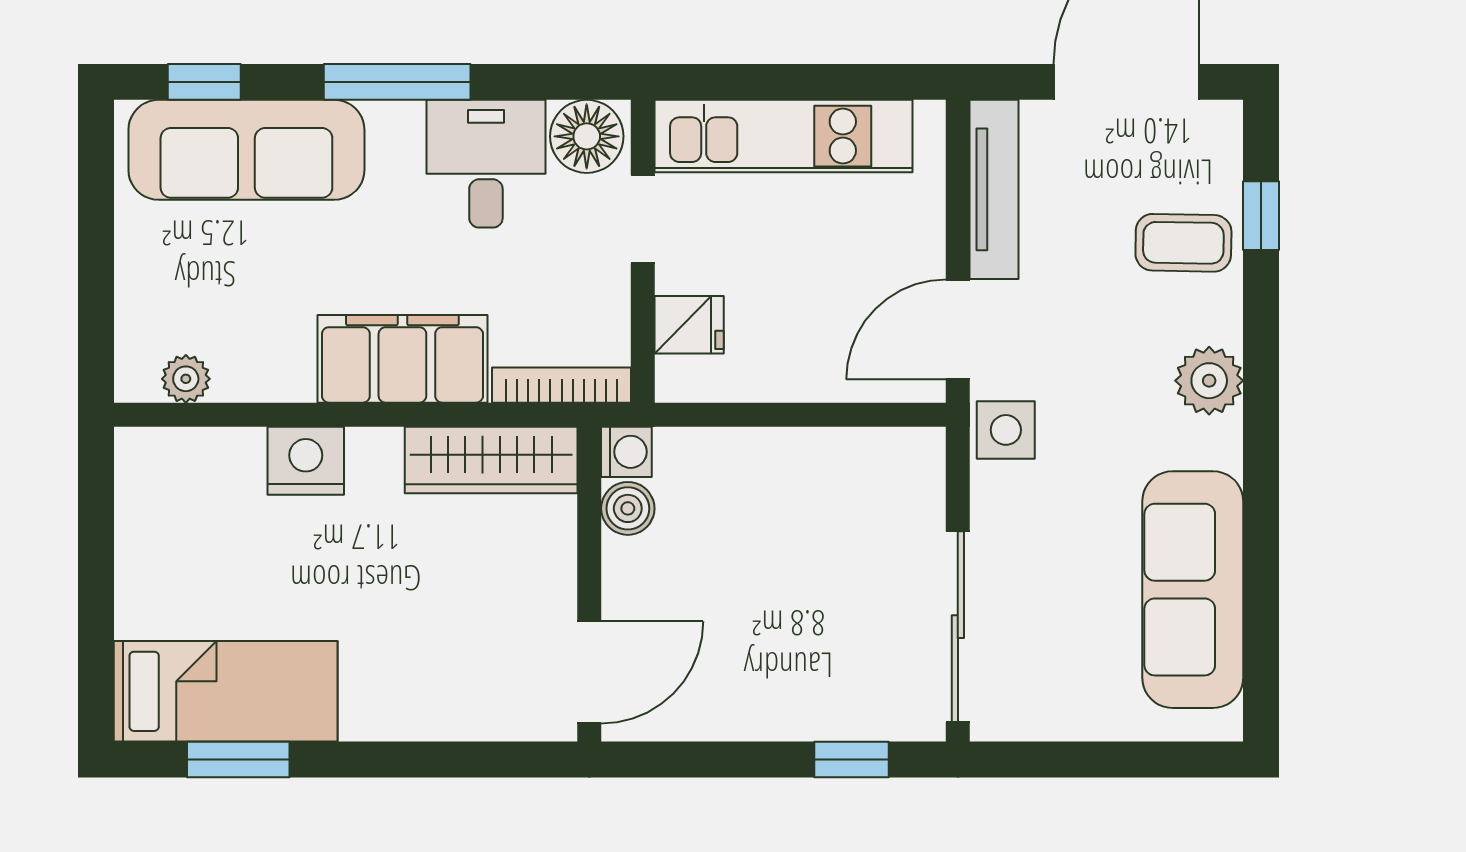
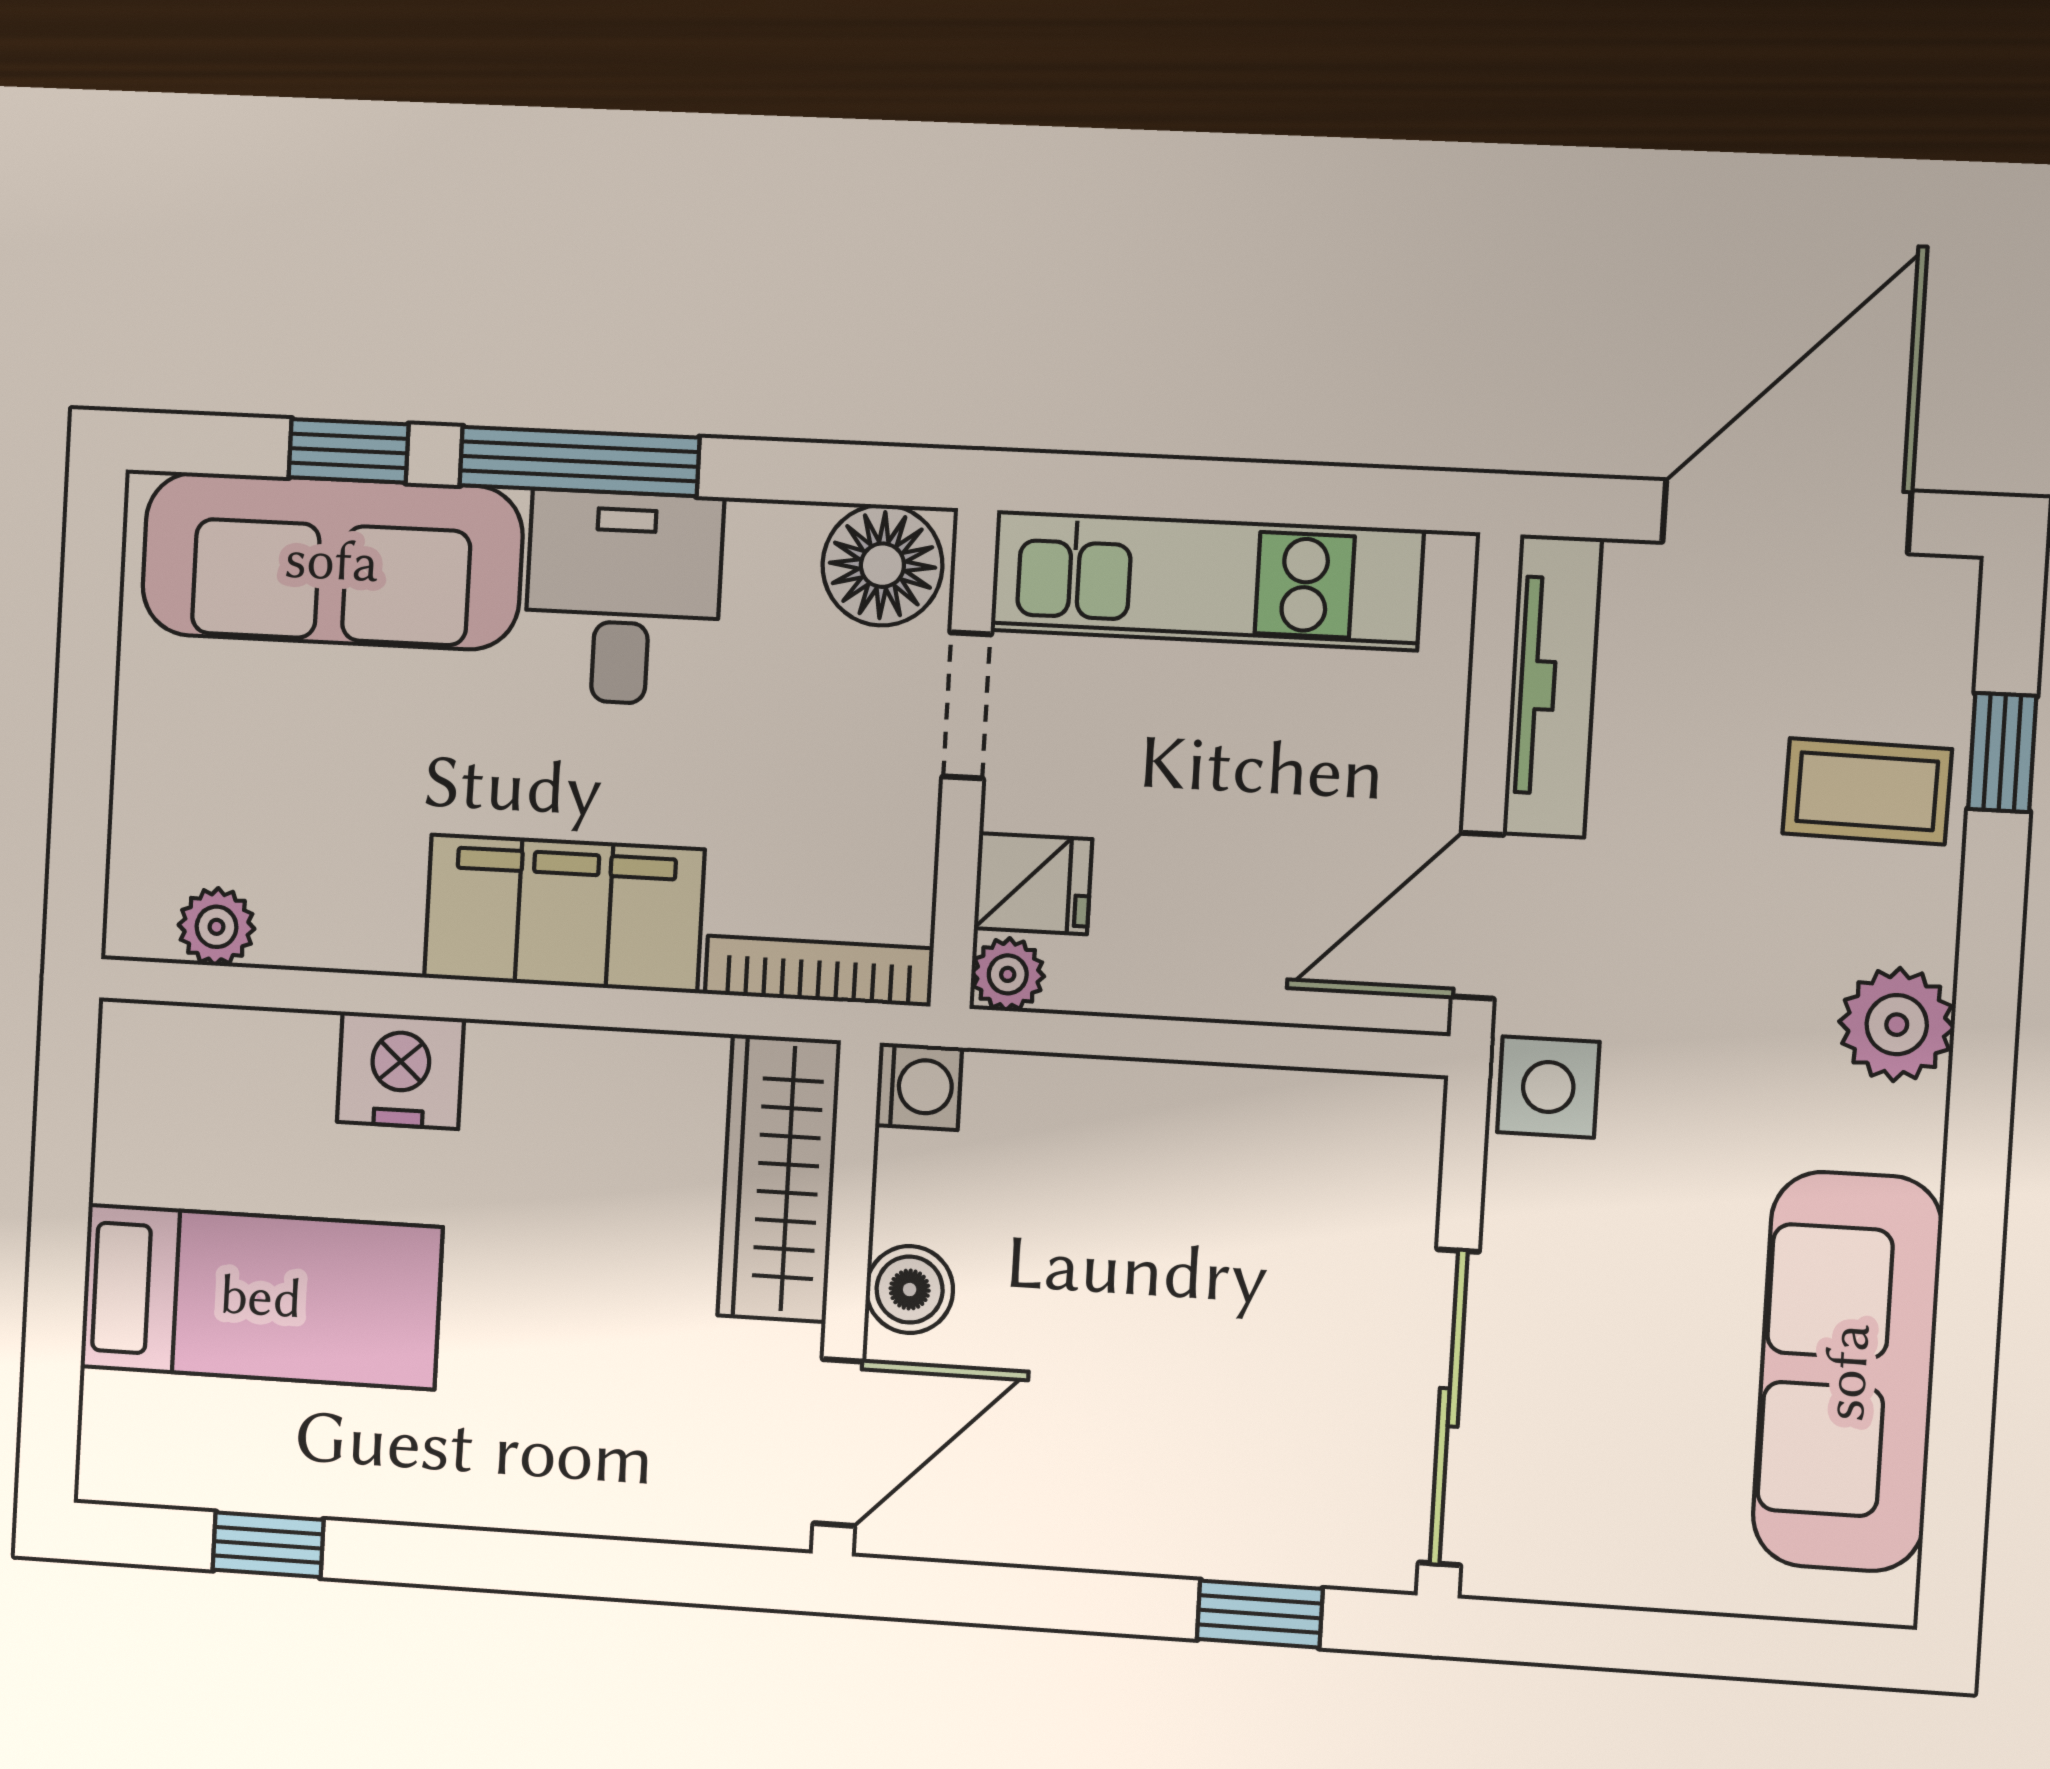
window: (204, 82) -> (349, 451), moved
desk: (486, 164) -> (623, 598), moved
plant: (677, 381) -> (1008, 974), added
wardrobe: (491, 460) -> (779, 1178), moved, turned 90
boiler: (628, 508) -> (910, 1290), moved
bed: (226, 691) -> (261, 1297), moved
window: (238, 759) -> (268, 1545), width x0.67

